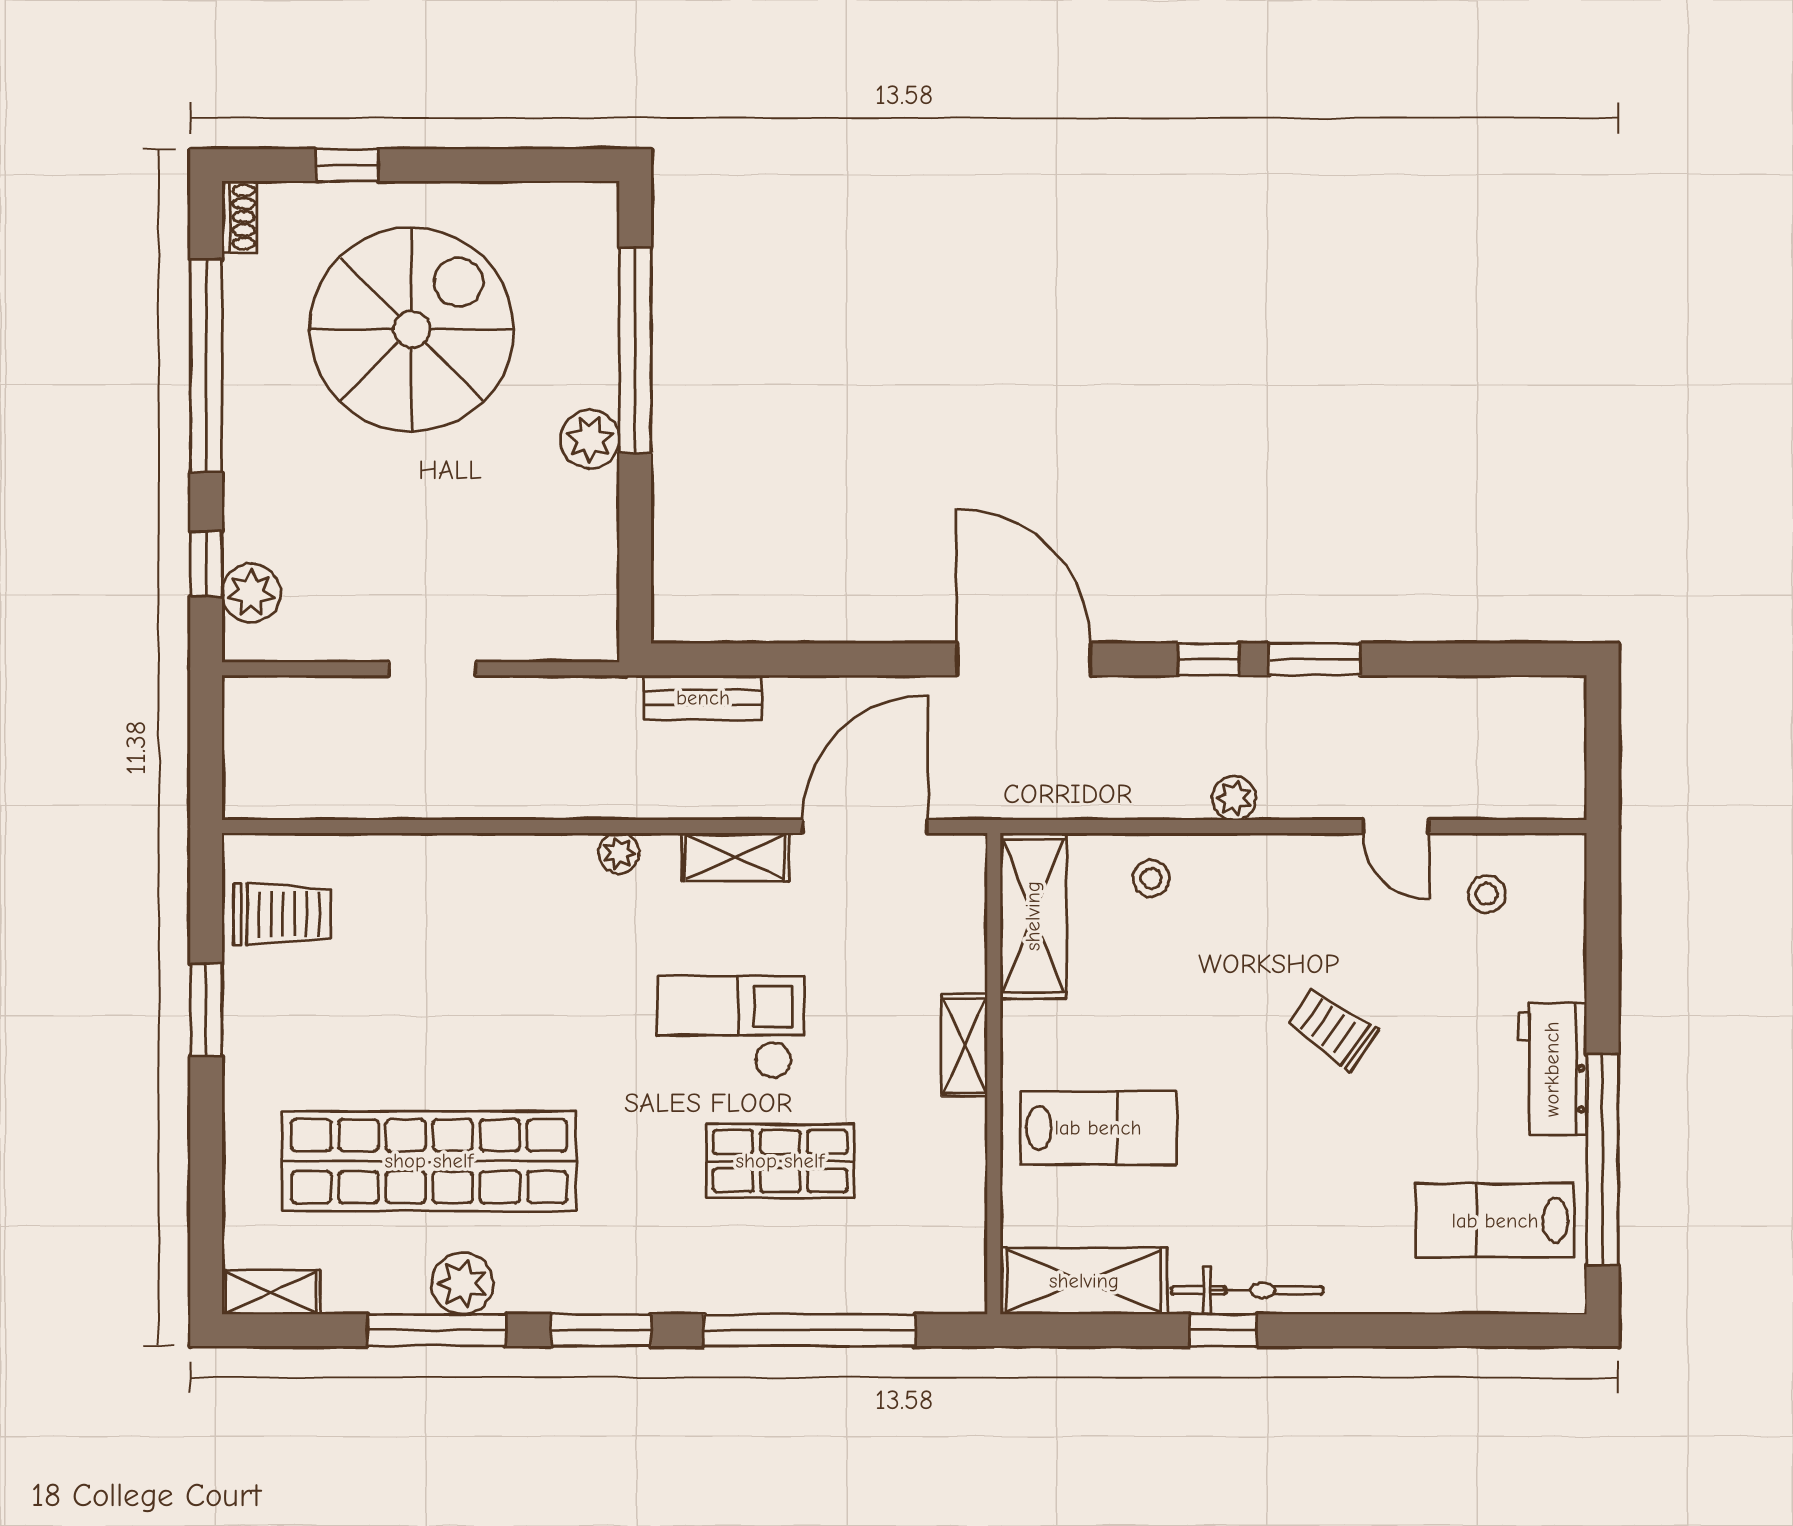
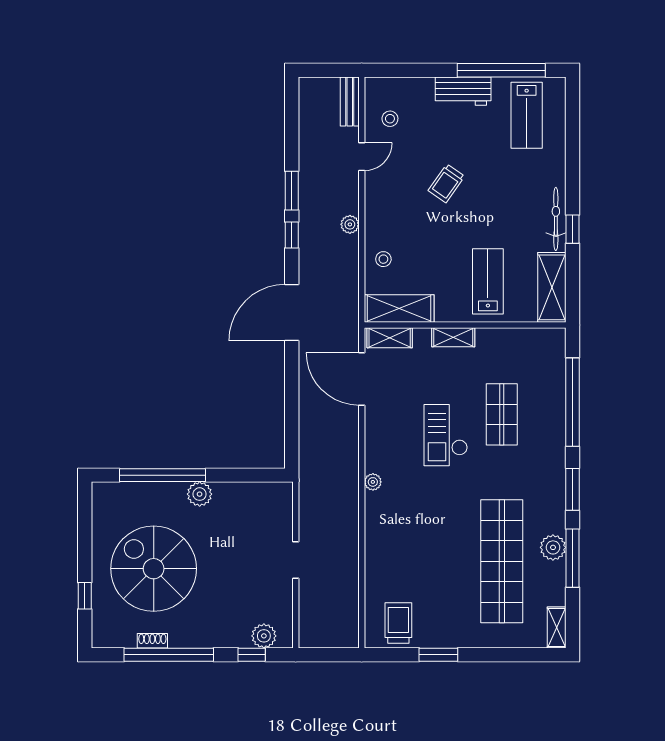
shoe rack: (239, 217) -> (152, 641), moved
bench: (703, 698) -> (350, 101), moved
shelving: (735, 857) -> (390, 338), moved, turned 90

